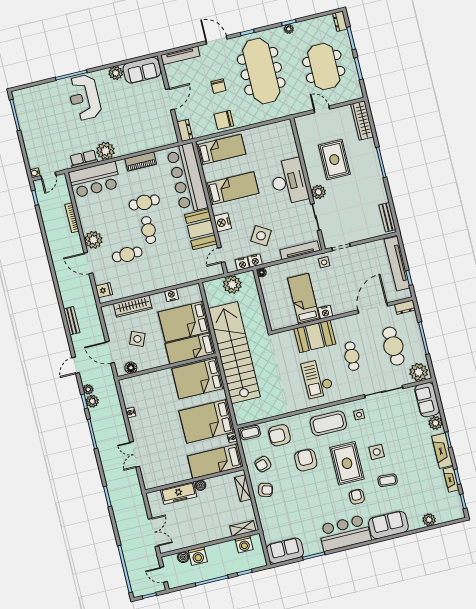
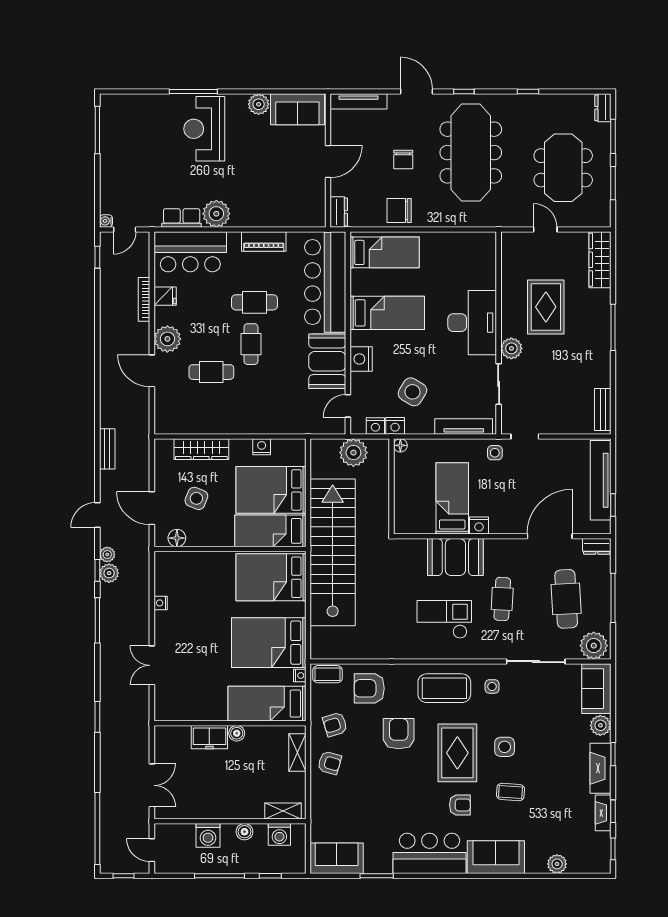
plant: (289, 29) -> (525, 101), removed
fridge: (104, 290) -> (165, 296), moved
checkout: (317, 379) -> (444, 619), turned 90
freezer: (179, 493) -> (209, 737), width x0.71
armchair: (357, 497) -> (460, 805), turned 90
boiler: (183, 557) -> (244, 832), moved

